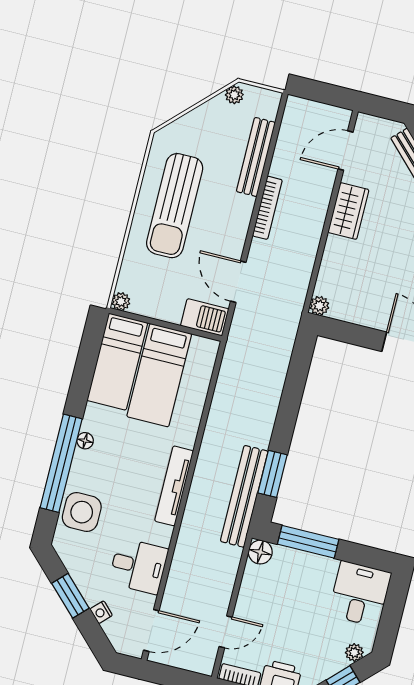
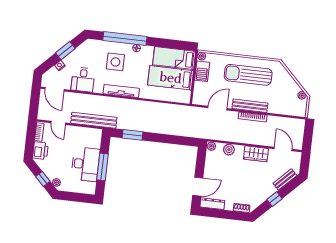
bench: (256, 157) -> (250, 106), moved
plant: (332, 268) -> (229, 150), added
barbecue: (205, 317) -> (202, 71), moved
bench: (244, 496) -> (94, 120), moved
side table: (82, 512) -> (115, 62), moved
window: (308, 542) -> (102, 167), moved
floor lamp: (260, 552) -> (96, 134), removed
desk: (360, 594) -> (85, 164), moved, width x1.37

